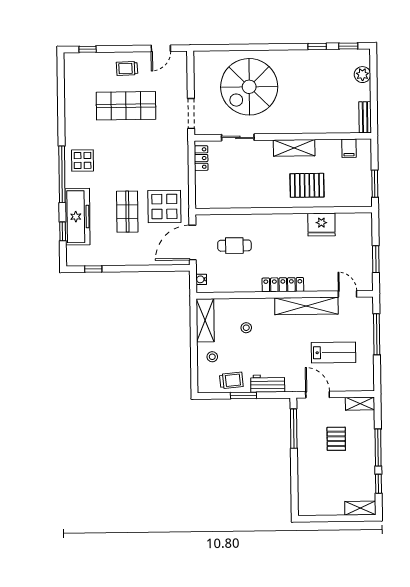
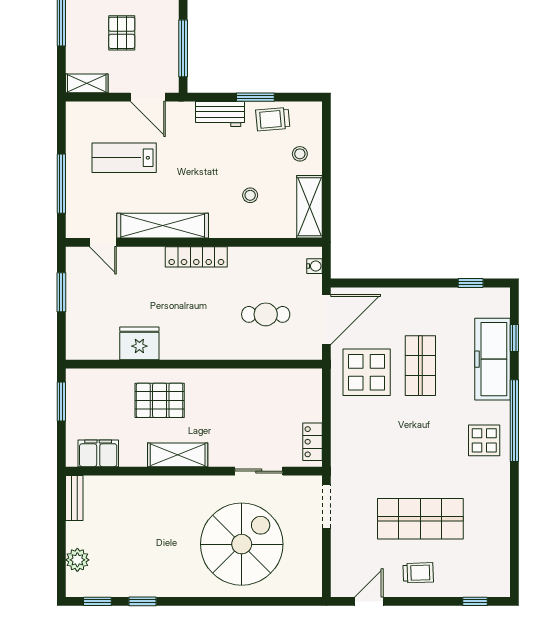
filing cabinet: (349, 148) -> (98, 453), width x2.00

